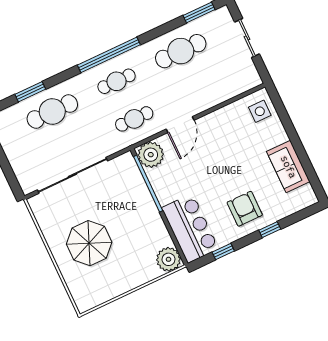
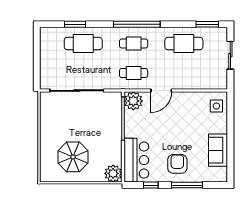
window: (270, 230) -> (187, 185), width x2.17
parasol: (89, 243) -> (73, 157), moved

